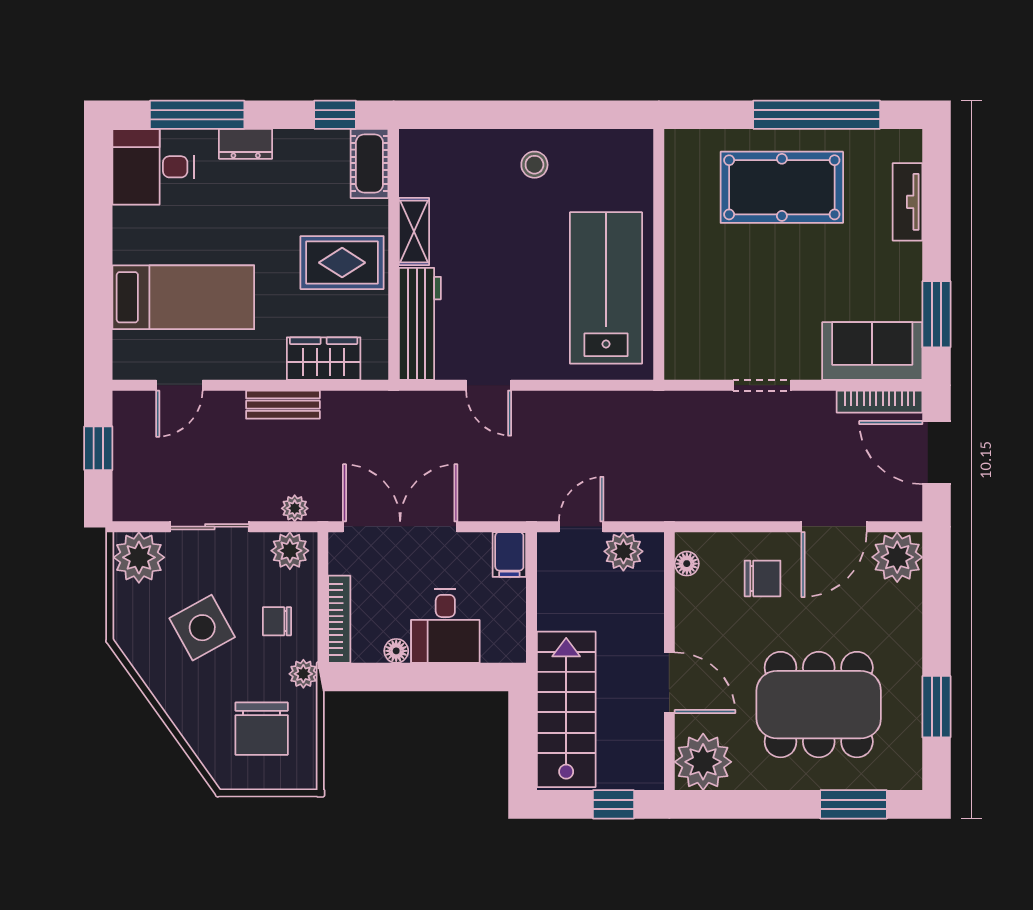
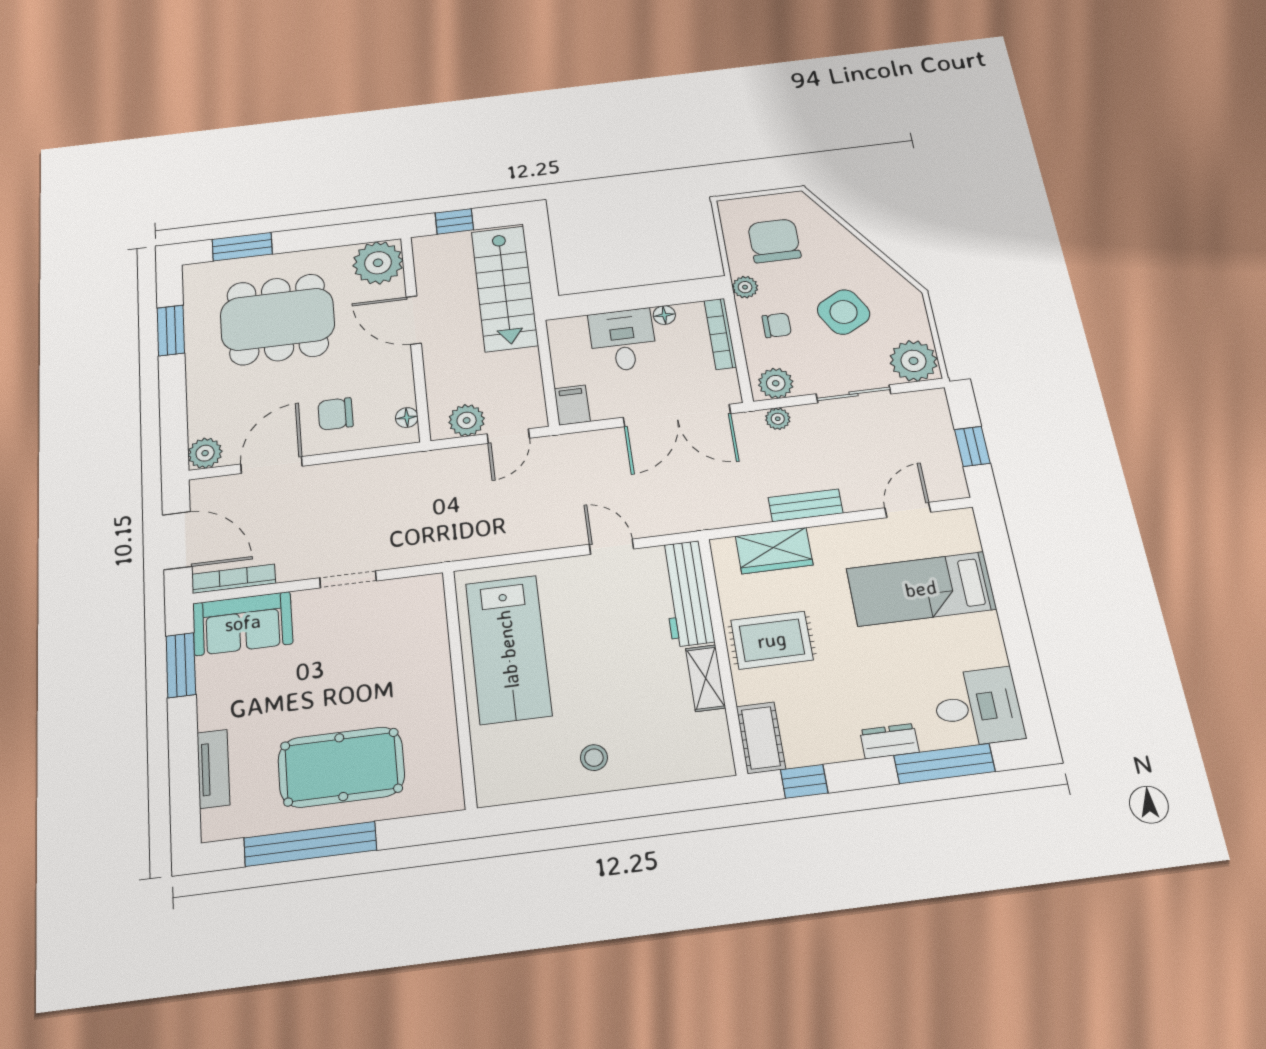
plant: (897, 557) -> (205, 453), width x0.73, depth x0.73

